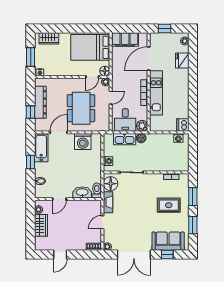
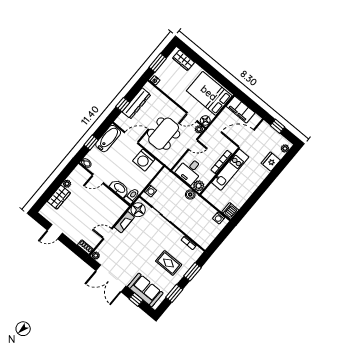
kitchen sink: (125, 139) -> (177, 185), removed
toilet: (97, 190) -> (132, 196), moved
washbasin: (82, 192) -> (119, 188), moved
door: (59, 199) -> (98, 179), moved
wall: (68, 199) -> (104, 184), moved

